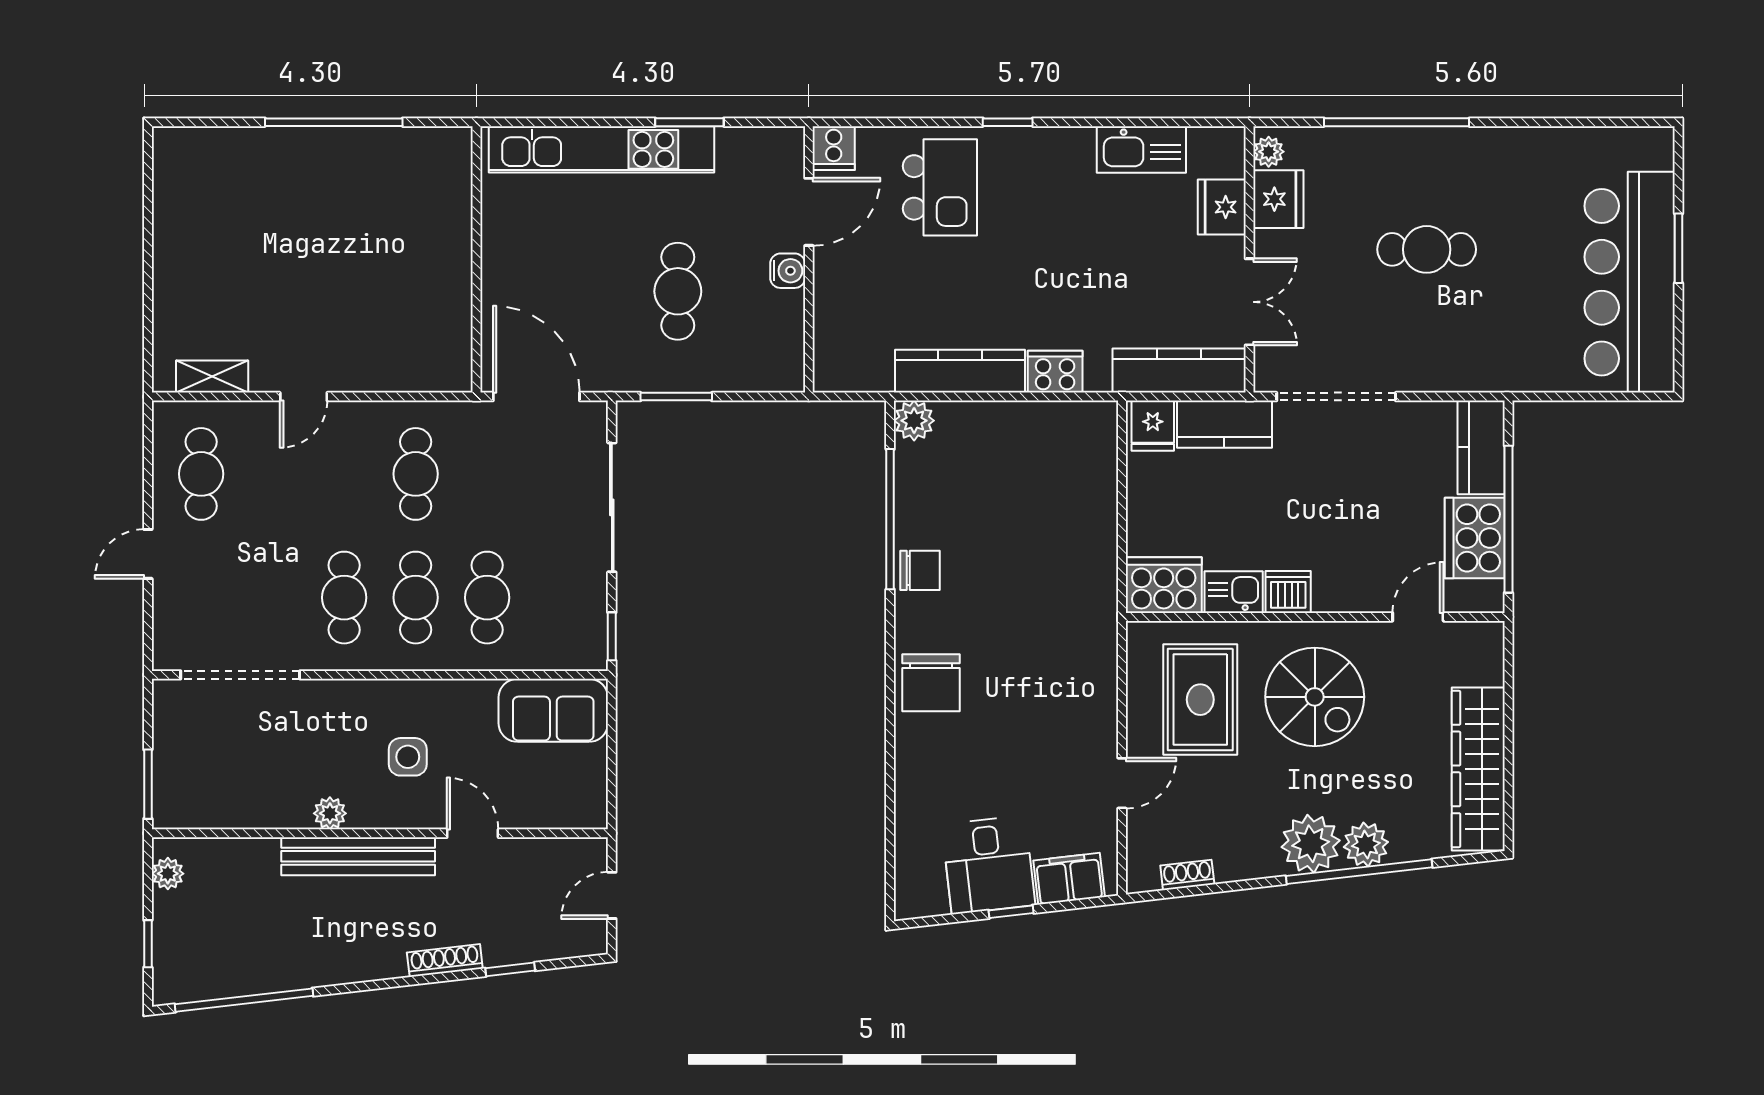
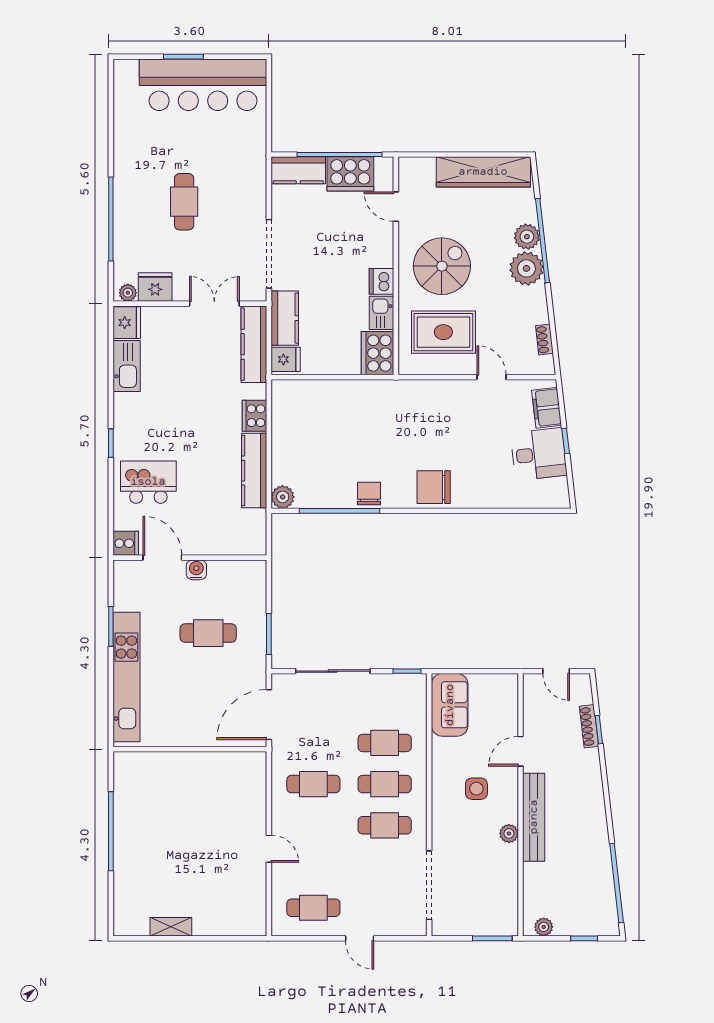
fridge: (1222, 207) -> (127, 323), moved, turned -90
shelving: (212, 377) -> (171, 927), moved, turned 90
chair: (931, 683) -> (434, 487), turned 180
shoe rack: (445, 960) -> (589, 726), moved

